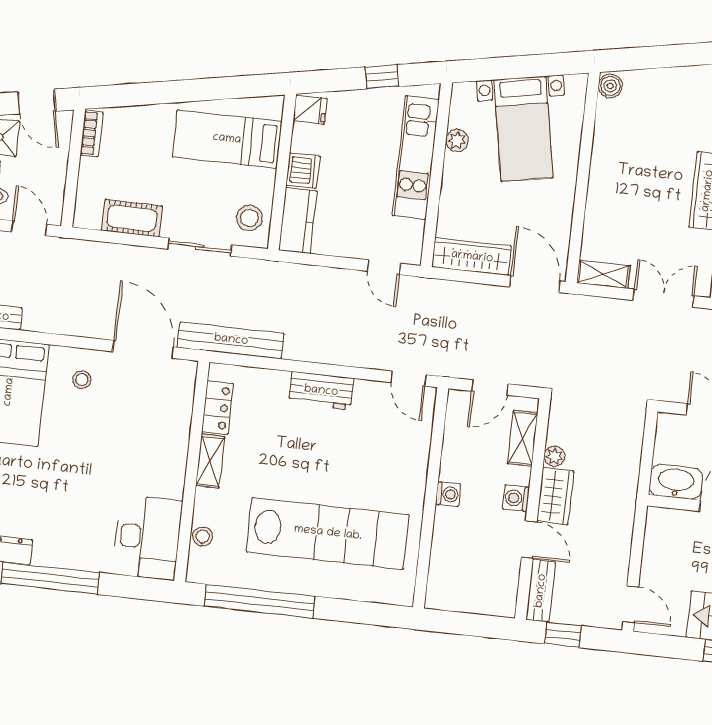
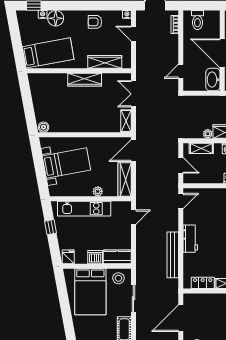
bed: (227, 139) -> (90, 292), width x1.50
plant: (457, 140) -> (98, 191), moved
bench: (231, 340) -> (173, 255), moved

